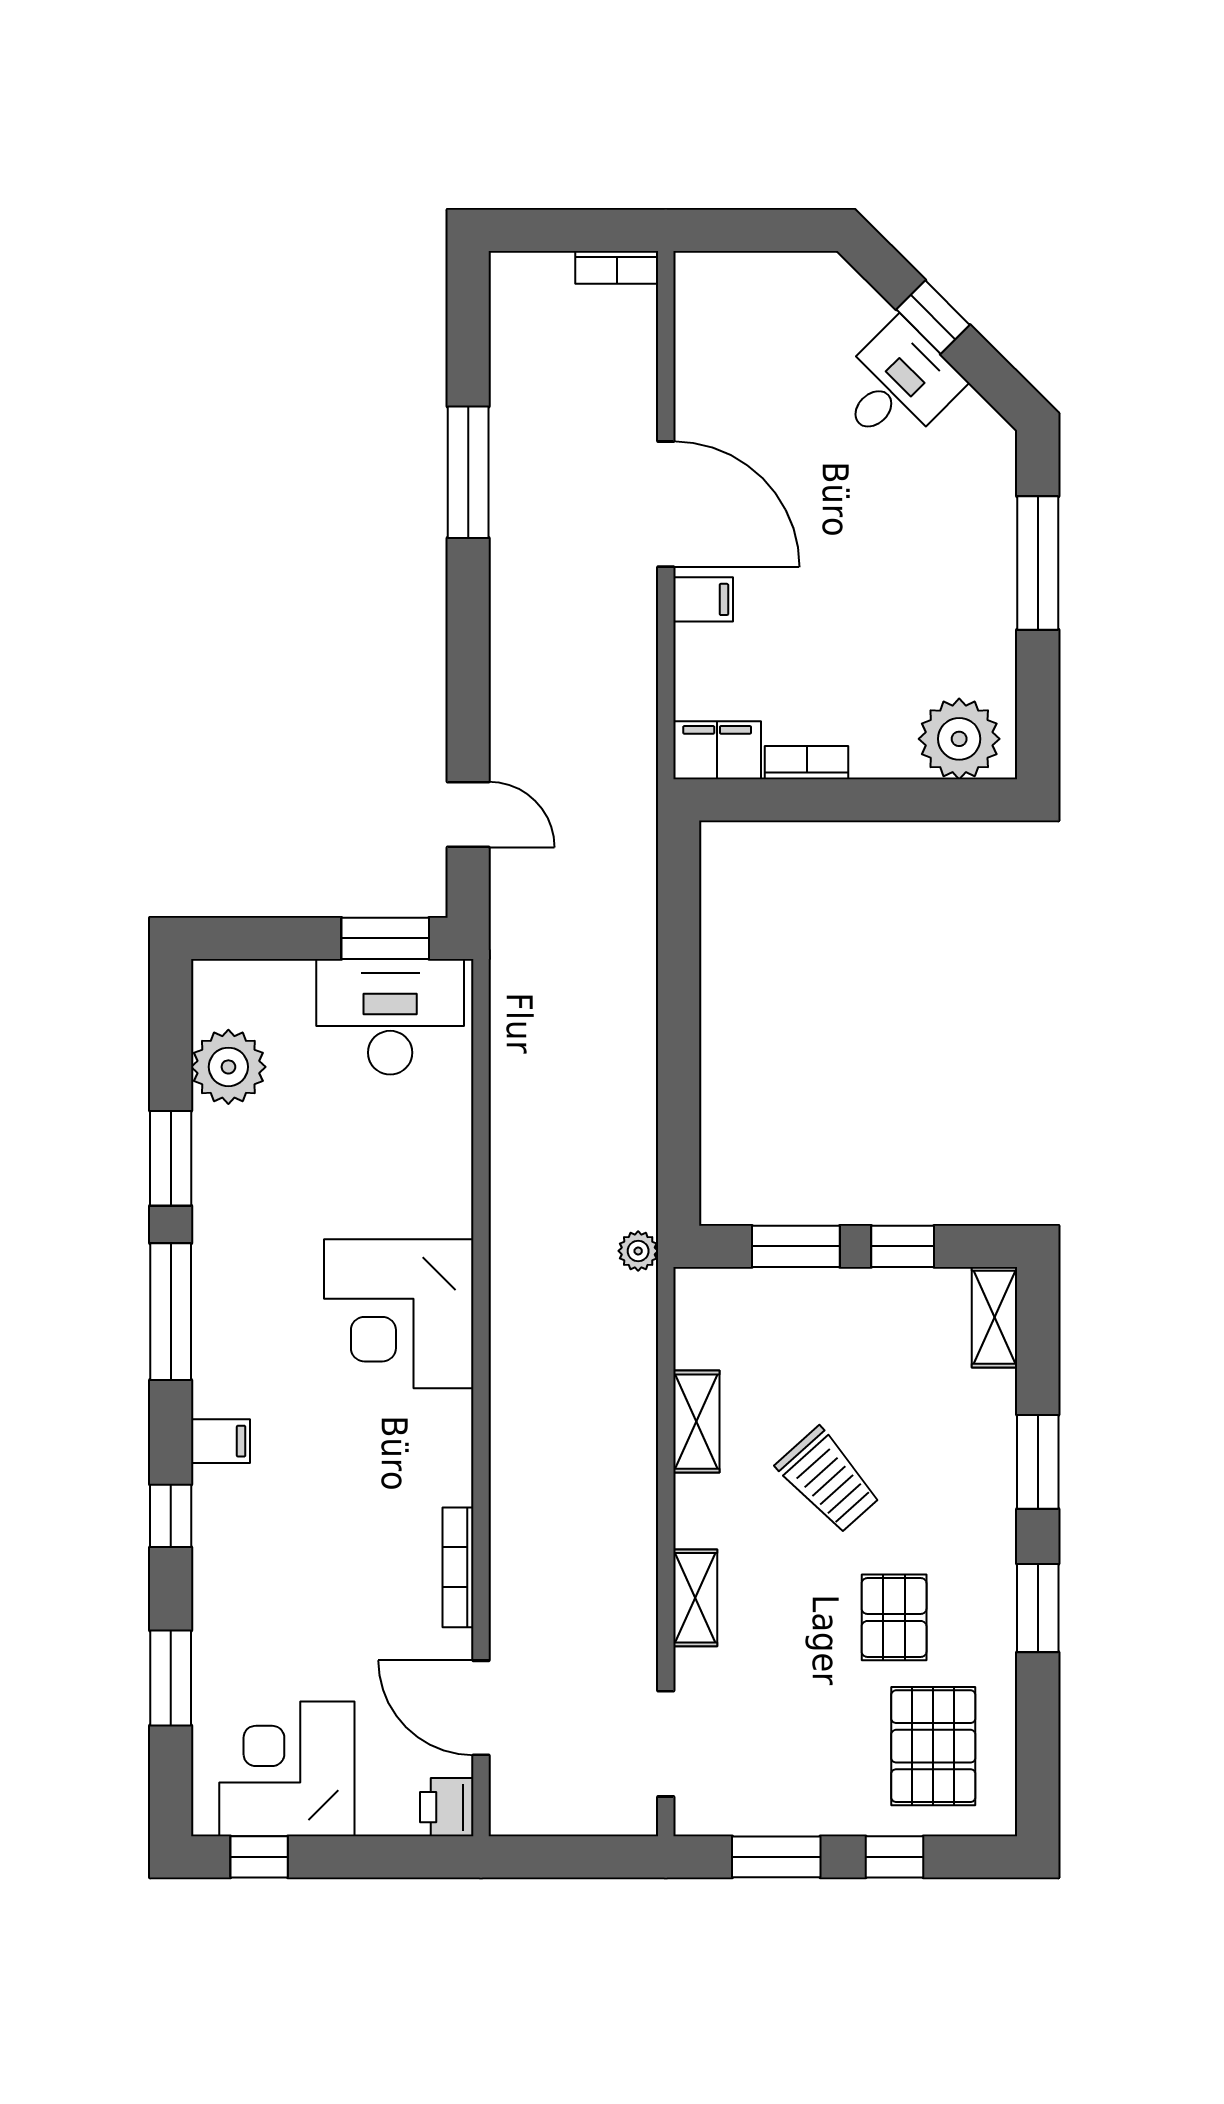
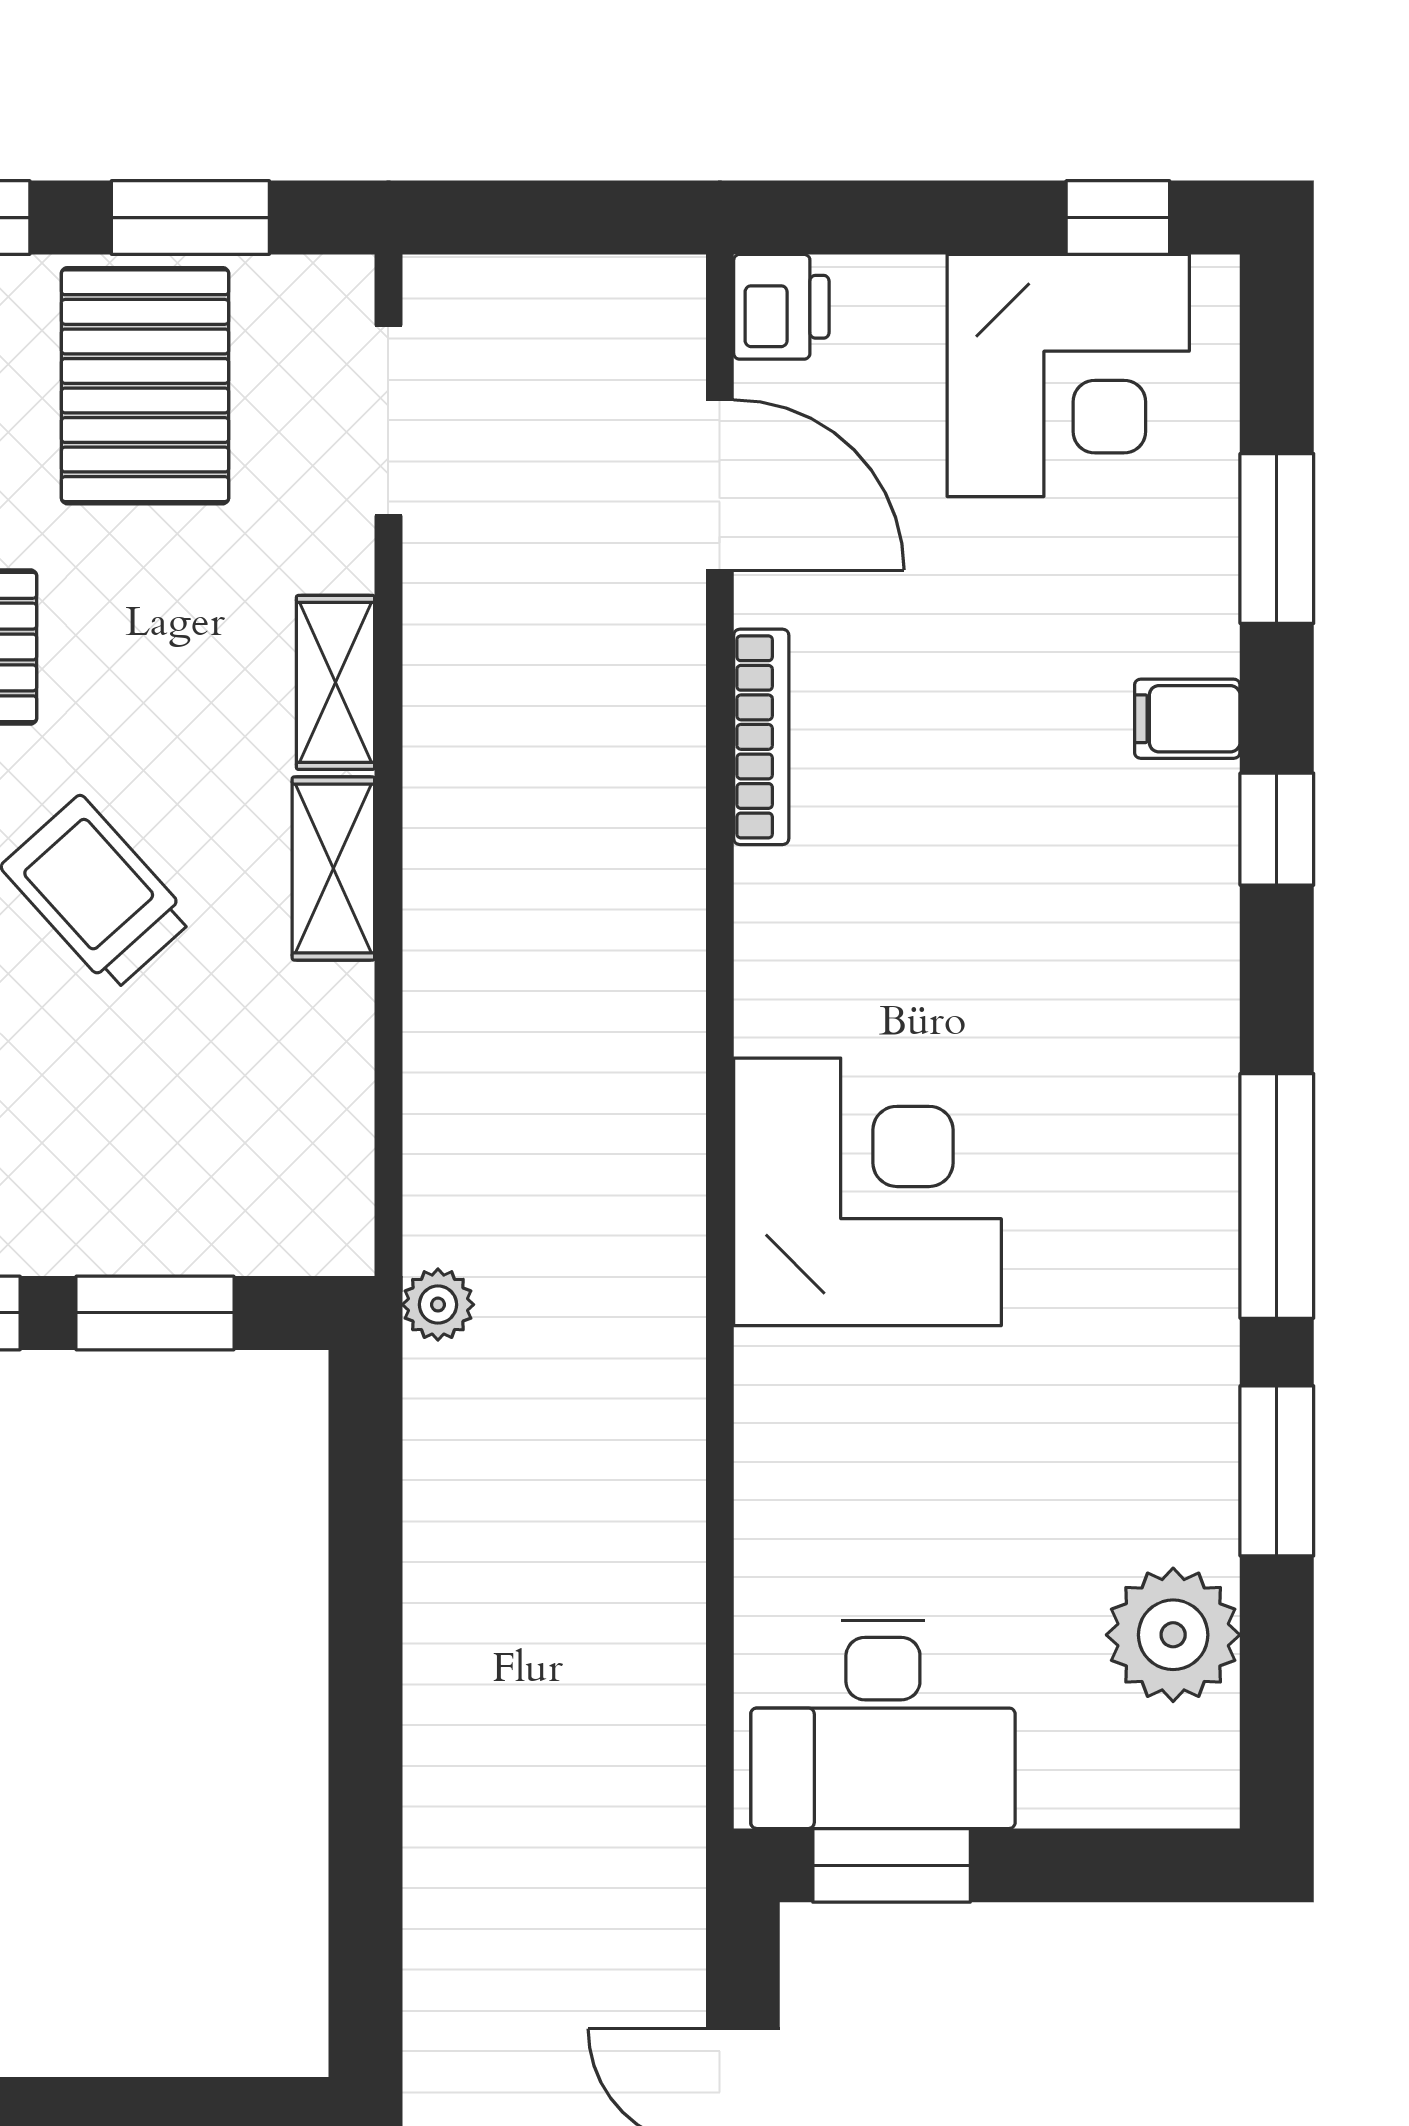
shelving: (696, 1422) -> (333, 868), moved
filing cabinet: (220, 1441) -> (1187, 719), moved
pallet: (801, 1763) -> (145, 386), added

